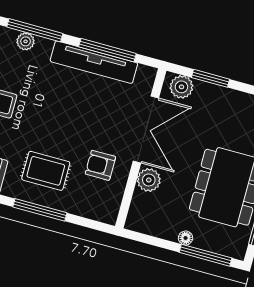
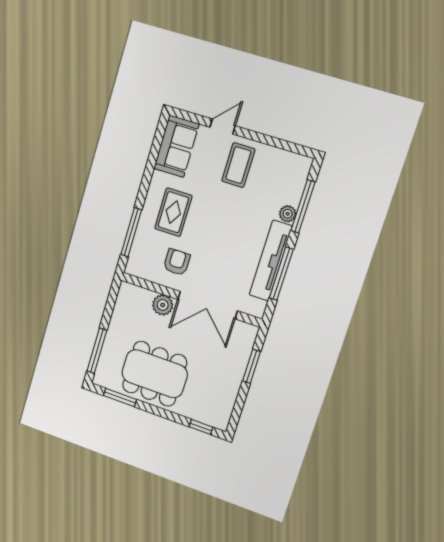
plant: (26, 41) -> (288, 214), moved
plant: (181, 87) -> (245, 340), removed
window: (40, 210) -> (131, 232), moved
floor lamp: (186, 238) -> (112, 334), removed

